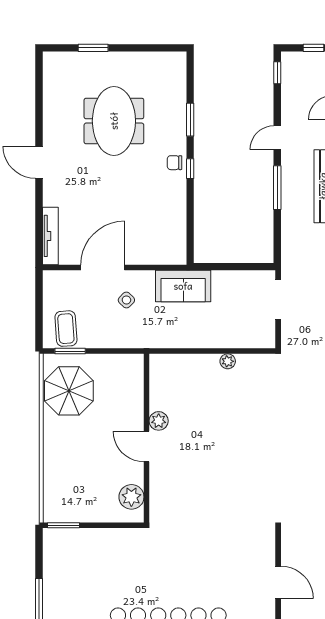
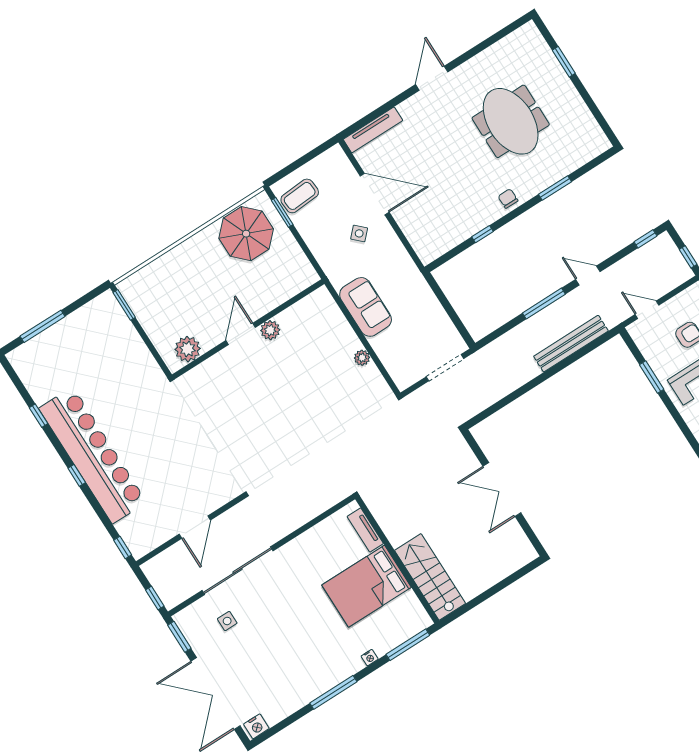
meeting table: (114, 121) -> (511, 121), turned 90
window: (190, 169) -> (482, 234), moved
sofa: (183, 286) -> (366, 307), moved, turned 180

